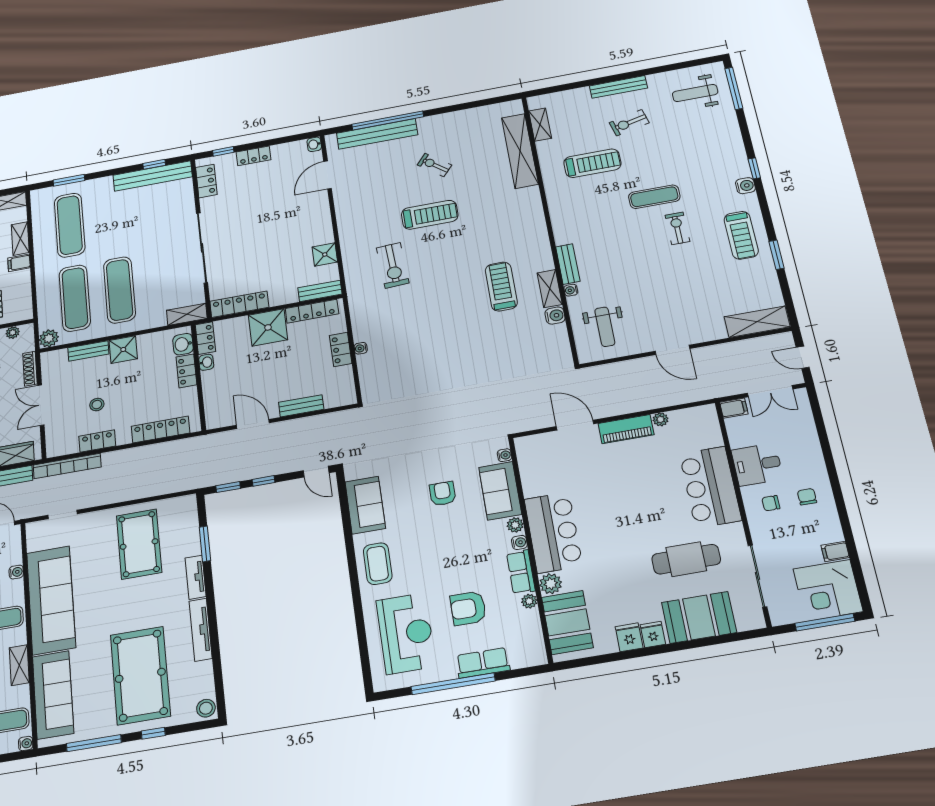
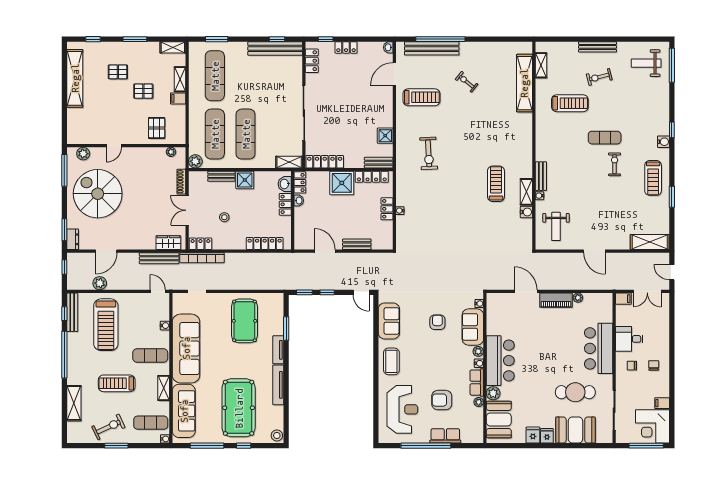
treadmill: (430, 215) -> (421, 97), moved
locker: (97, 441) -> (200, 244), moved

